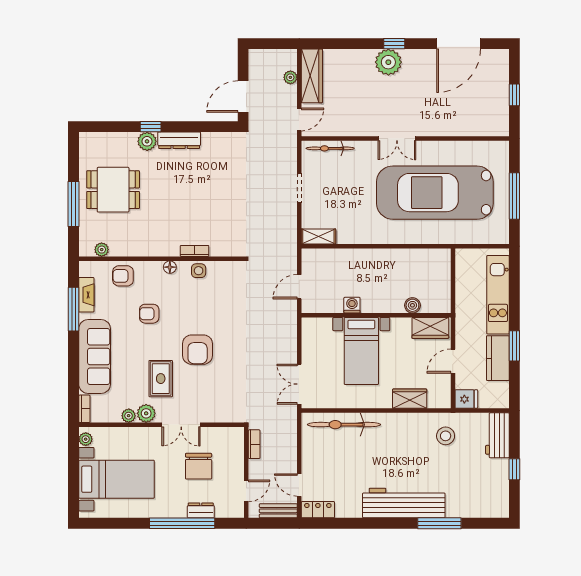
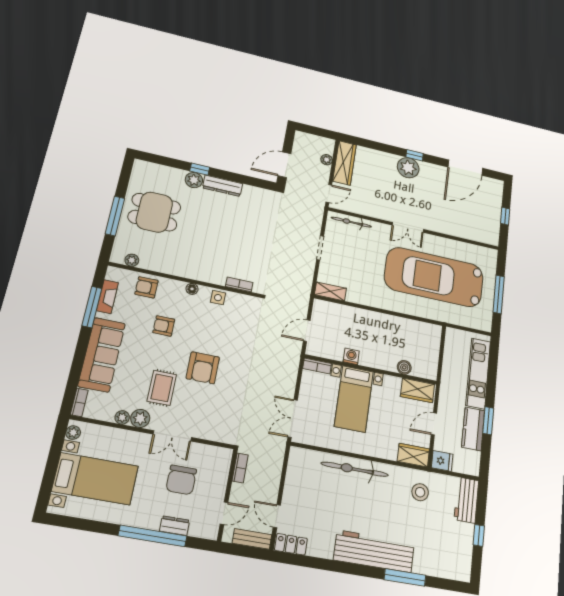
bookcase: (195, 251) -> (239, 284), moved
bookcase: (316, 323) -> (317, 366), added
wardrobe: (410, 399) -> (413, 455), moved
bicycle: (344, 425) -> (355, 469), moved

